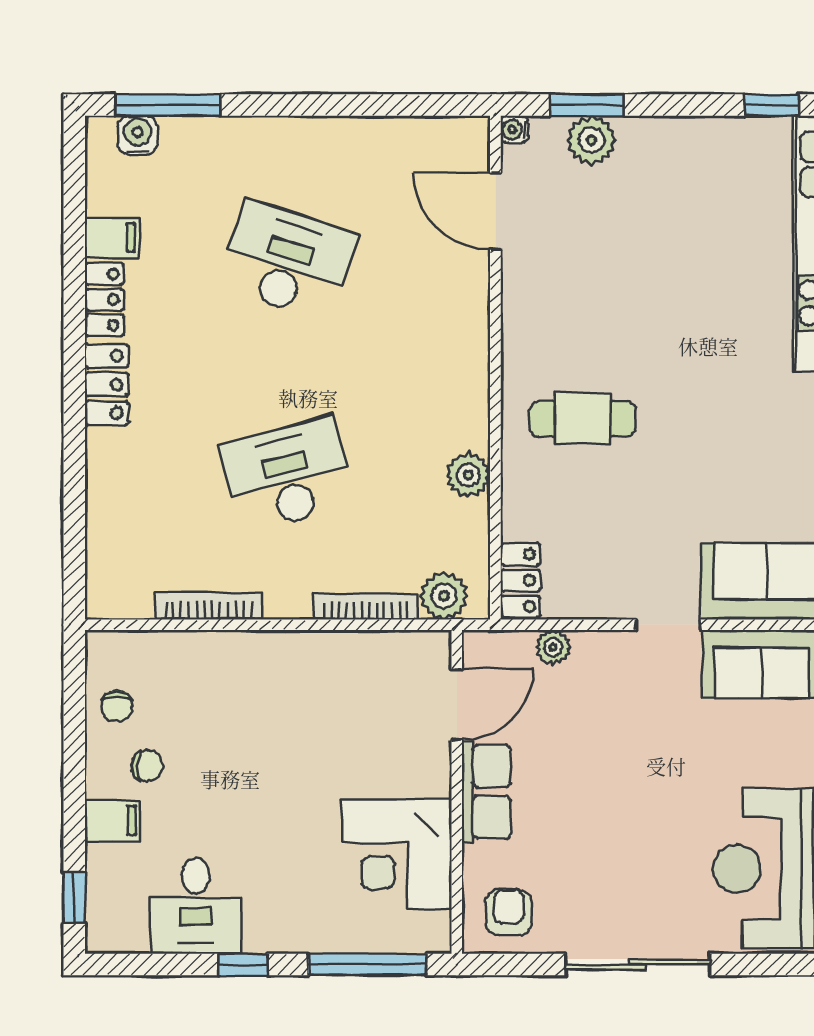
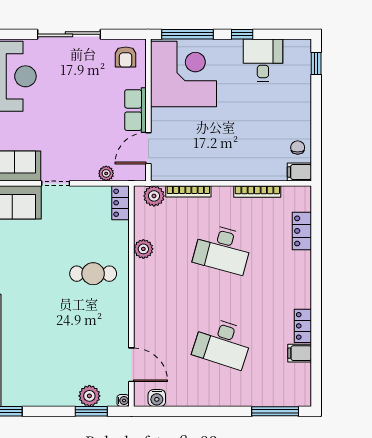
water cooler: (137, 135) -> (157, 398), moved
locker: (107, 384) -> (302, 231), moved
desk: (288, 475) -> (223, 249), turned 30
chair: (147, 766) -> (284, 121), removed
filing cabinet: (112, 821) -> (299, 172), moved
corner desk: (397, 854) -> (183, 74), width x1.36, depth x1.36

